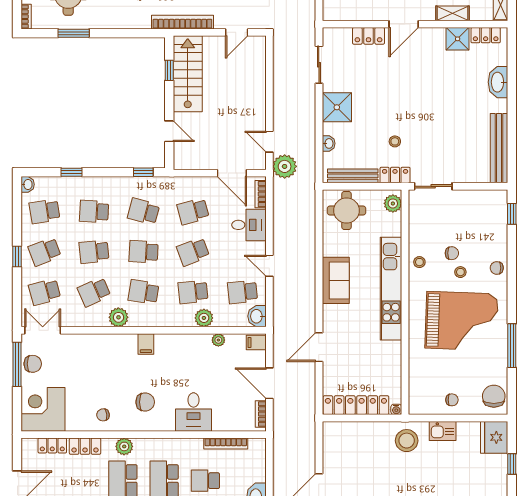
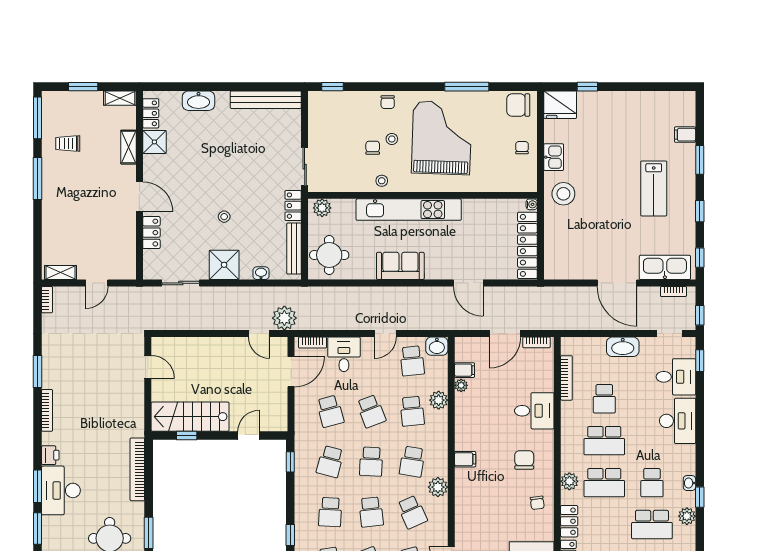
bookcase: (182, 22) -> (137, 469), moved
stool: (395, 141) -> (224, 217), moved
door: (269, 142) -> (259, 334), hinge flipped
filing cabinet: (256, 342) -> (464, 370), moved, turned -90

